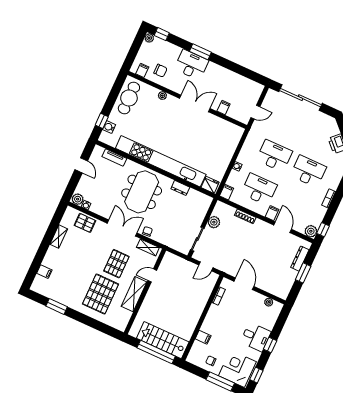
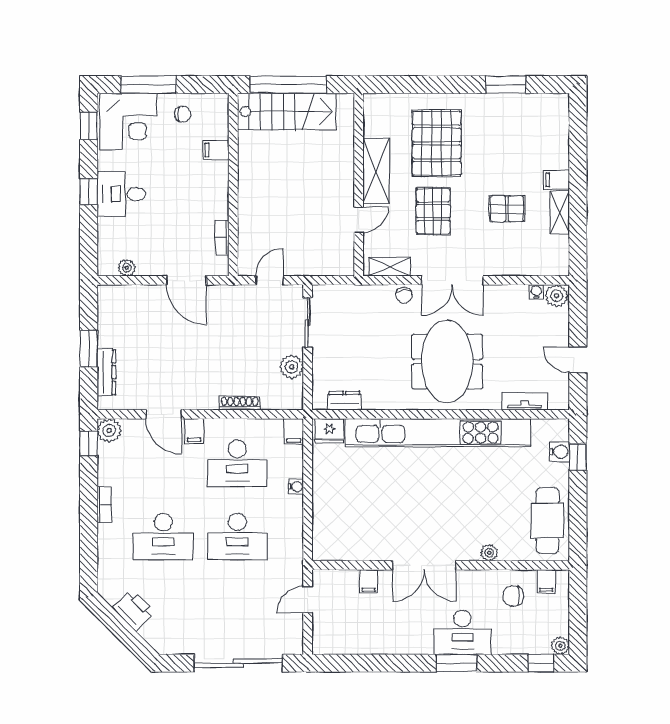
dresser: (180, 188) -> (344, 401), moved
pallet: (85, 223) -> (507, 209), moved
filing cabinet: (44, 272) -> (557, 180), moved

